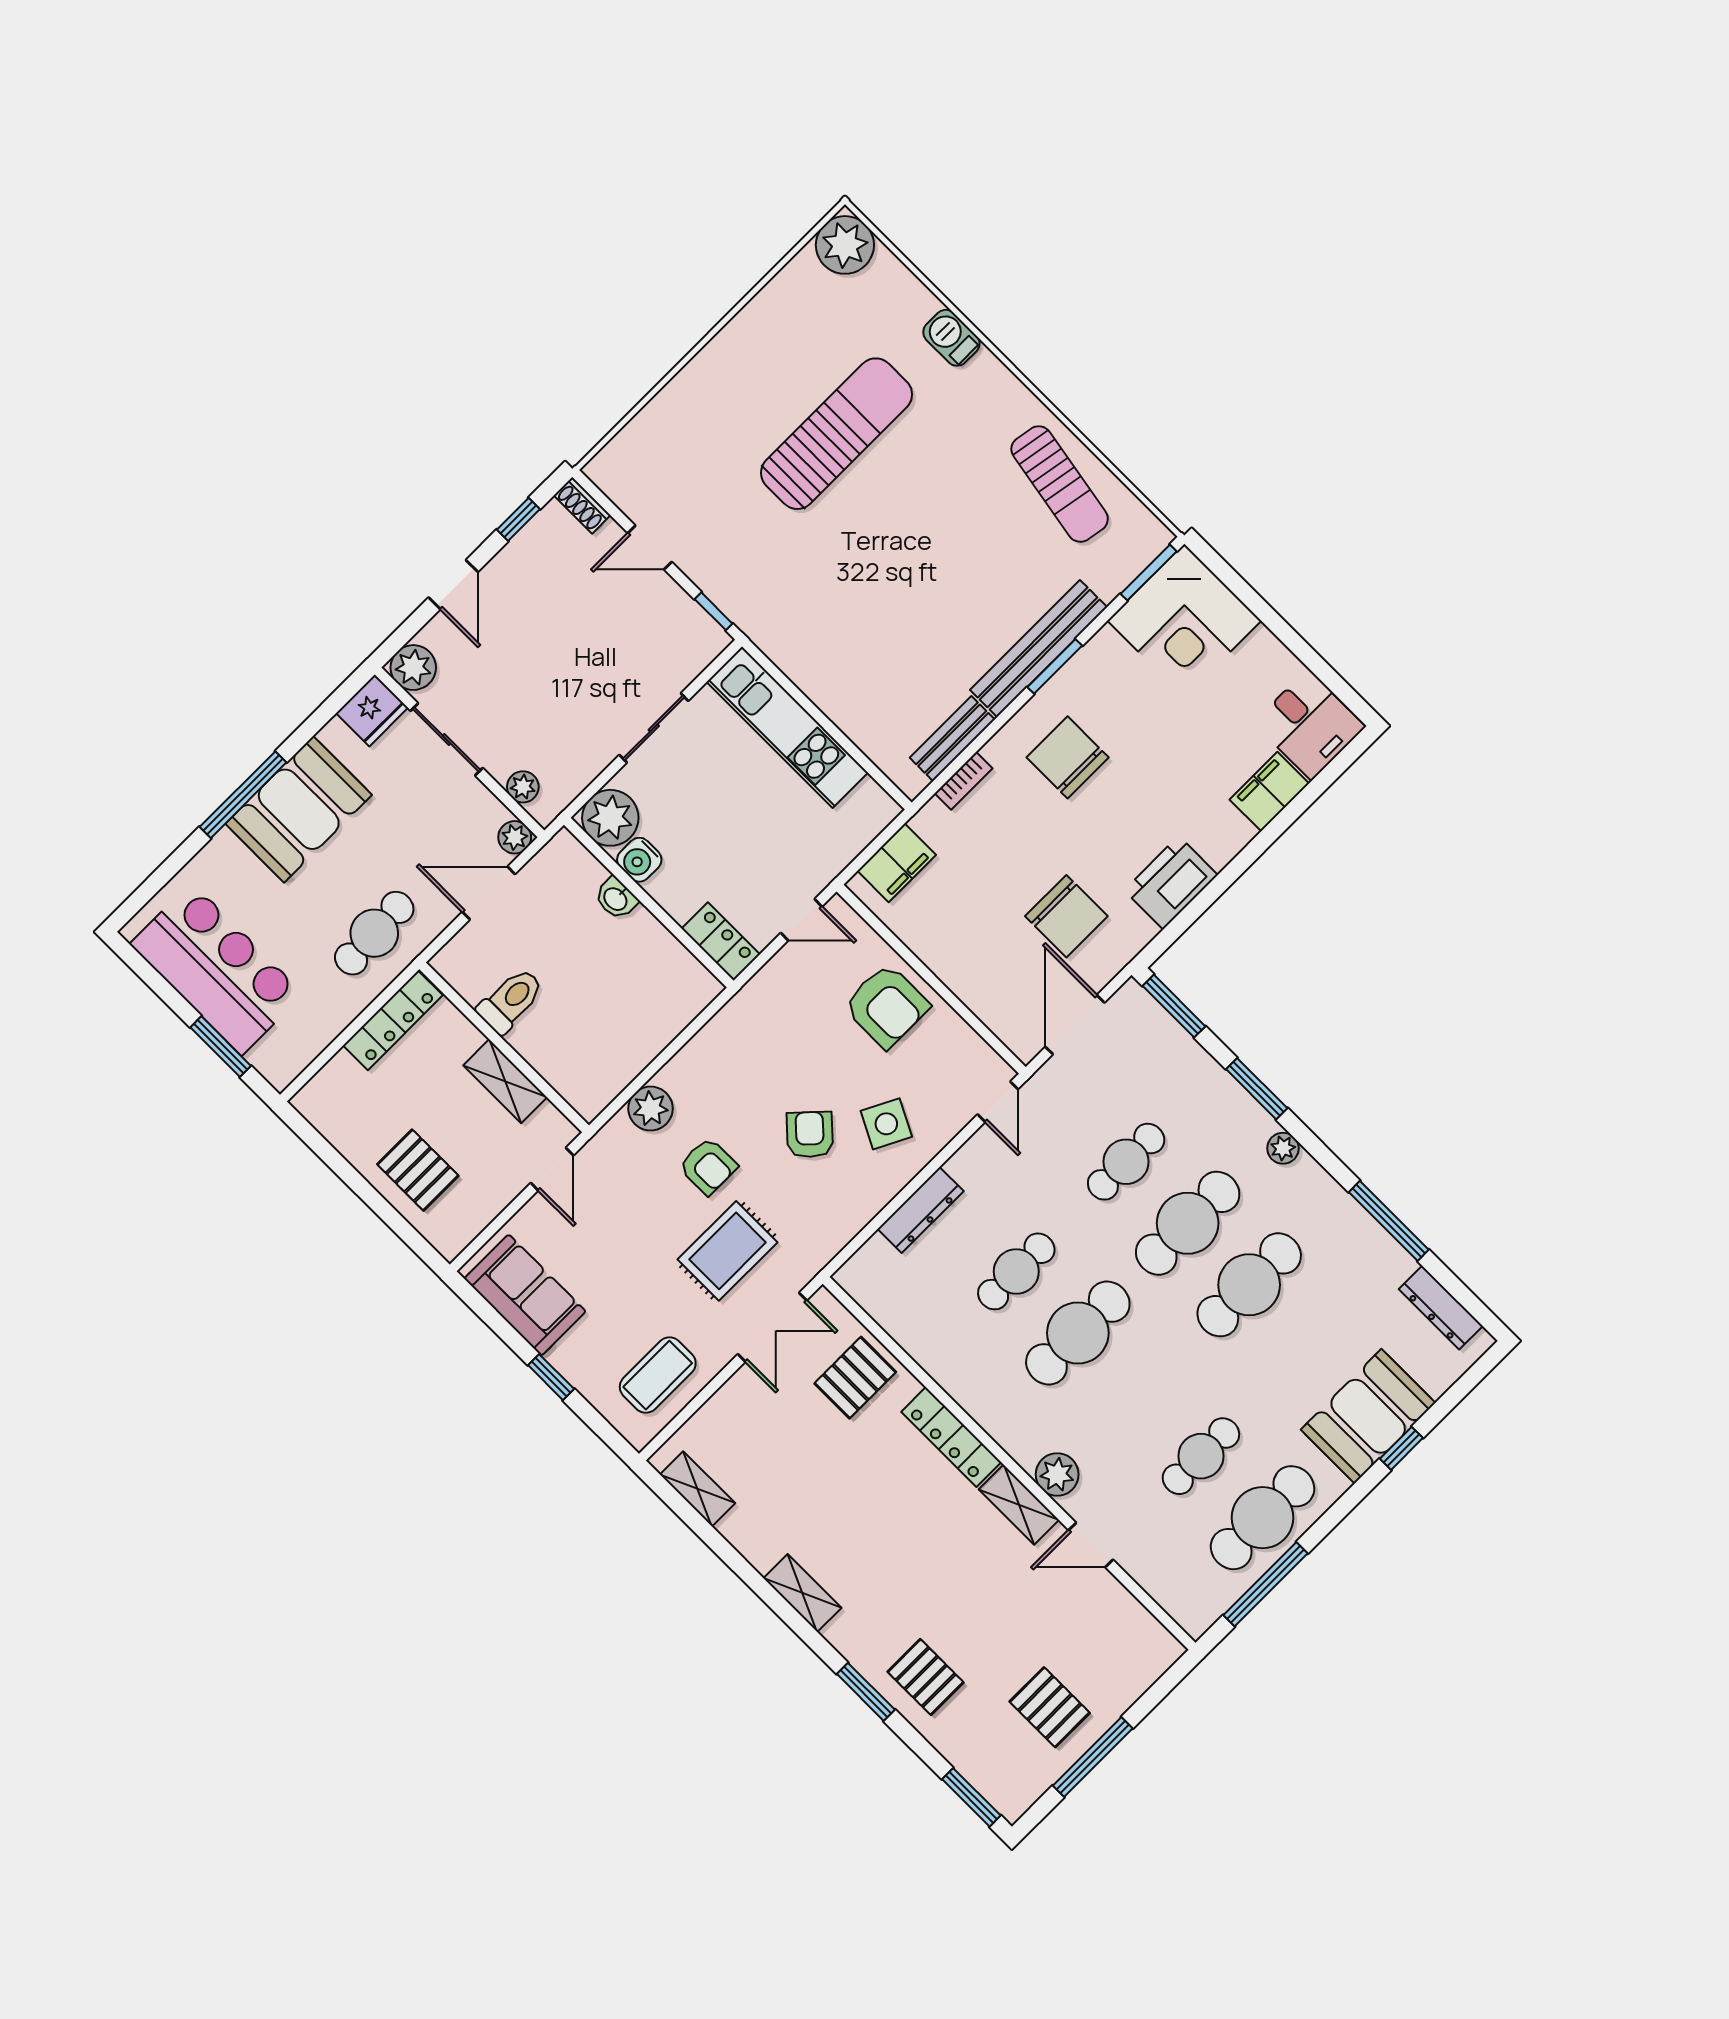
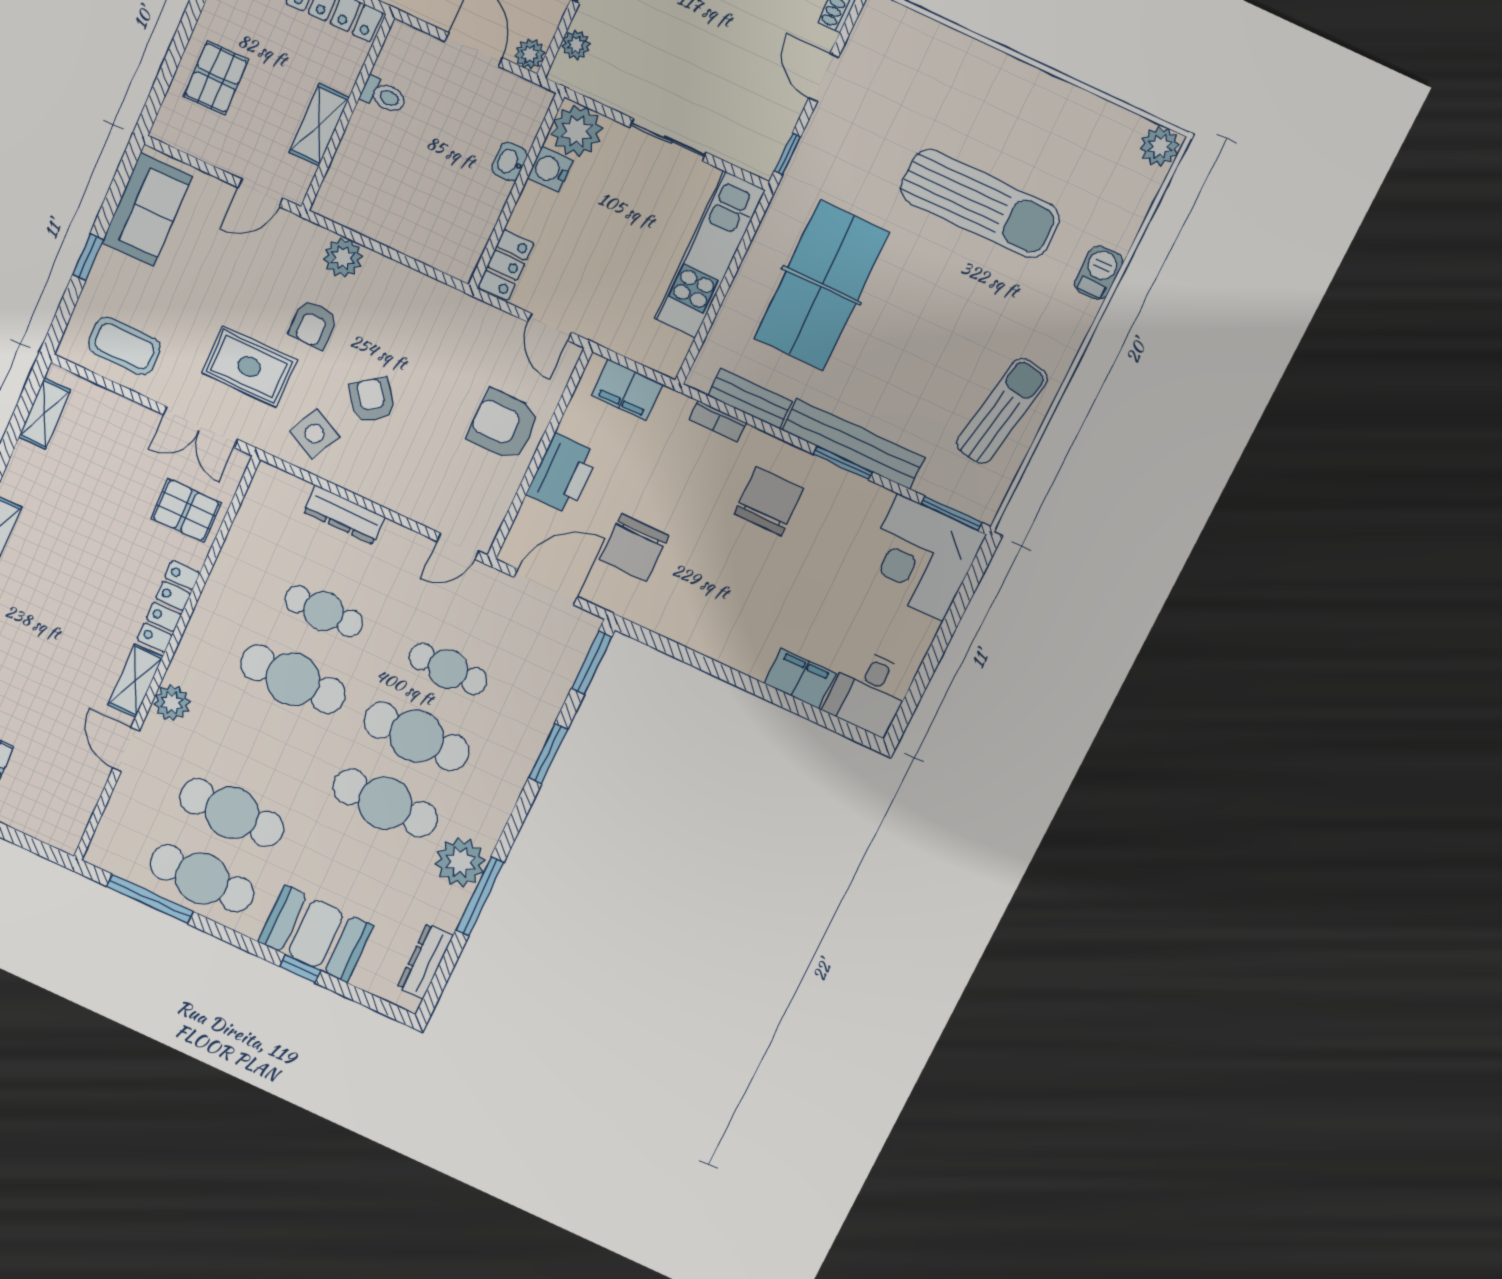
plant: (845, 245) -> (1160, 147), width x0.73, depth x0.73
sun lounger: (1060, 484) -> (1002, 411), turned 180
table tennis table: (861, 624) -> (822, 285), added
printer: (1171, 883) -> (563, 474), moved, turned 90
toilet: (511, 1001) -> (384, 95), width x0.73, depth x0.72
armchair: (886, 1006) -> (503, 425), turned 90
side table: (886, 1124) -> (314, 434), moved
armchair: (810, 1135) -> (372, 400), turned -79
plant: (1283, 1148) -> (460, 862), moved, width x1.88, depth x1.88
cafe table: (1201, 1456) -> (232, 813), width x1.37, depth x1.35

